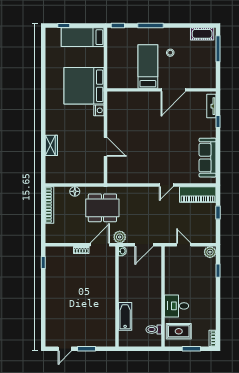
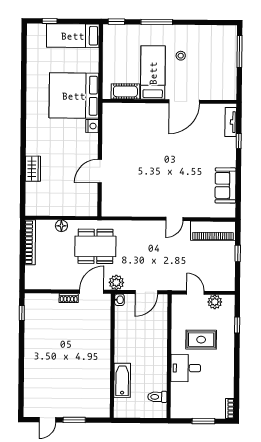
cot: (202, 34) -> (125, 91), moved
door: (105, 147) -> (100, 171), swing flipped
sofa: (208, 158) -> (226, 185), width x0.73
plant: (210, 252) -> (215, 302), moved
rug: (179, 331) -> (201, 340), moved

